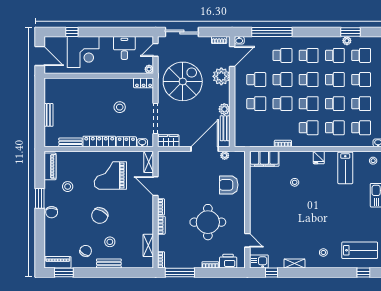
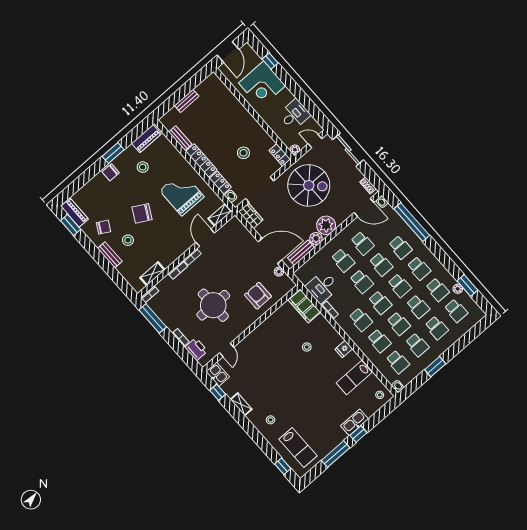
plant: (221, 76) -> (326, 225), moved
desk: (262, 134) -> (322, 287), added

